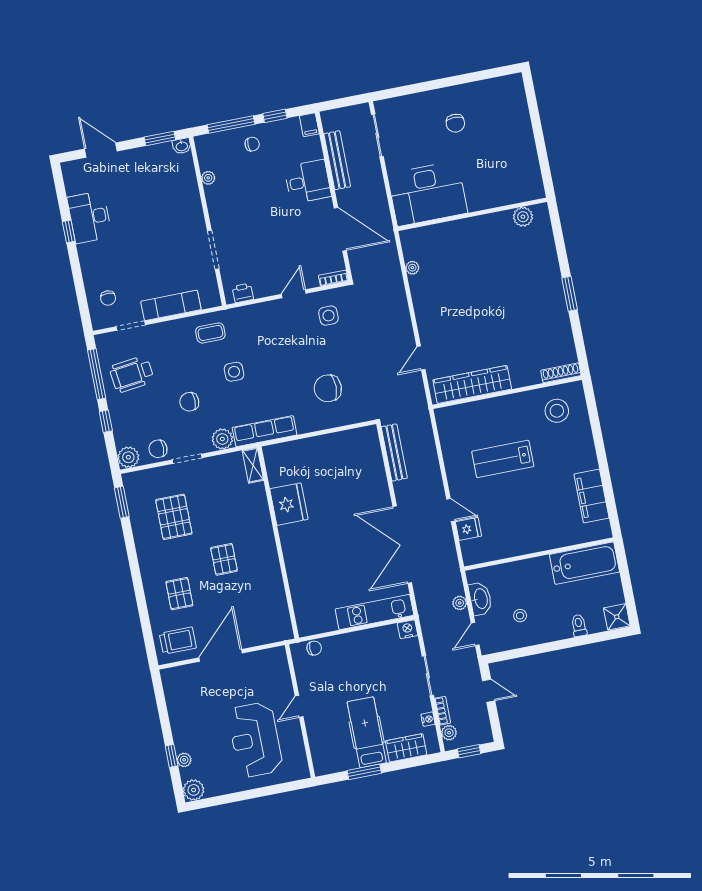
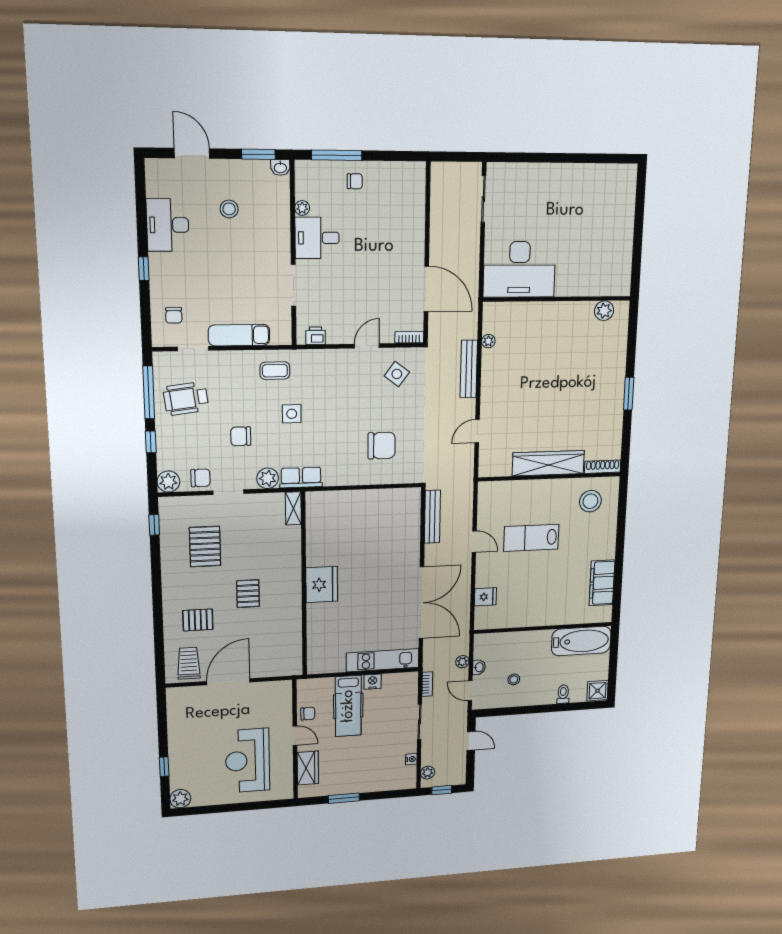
window: (275, 116) -> (384, 156), removed
chair: (455, 123) -> (562, 203), removed
filing cabinet: (309, 125) -> (418, 173), removed
bench: (337, 160) -> (469, 369), moved
desk: (308, 182) -> (317, 238), moved, turned 180
stool: (142, 192) -> (229, 209), added
window: (69, 232) -> (144, 269), moved
side table: (328, 316) -> (397, 374), turned 37
wardrobe: (472, 384) -> (548, 463), moved
chair: (328, 388) -> (382, 445), turned 180
row of seats: (265, 431) -> (301, 478), width x0.68
chair: (158, 449) -> (200, 478), turned 180
window: (122, 502) -> (154, 525), width x0.67
fridge: (289, 504) -> (322, 585), moved
door: (451, 510) -> (474, 542), moved
double door: (402, 545) -> (421, 603), swing flipped
pallet: (179, 594) -> (198, 620), turned 90
washbasin: (480, 599) -> (479, 667), width x0.52, depth x0.69
nightstand: (408, 629) -> (373, 682), moved
door: (475, 634) -> (470, 691), hinge flipped
trolley: (178, 641) -> (189, 663), turned -90
chair: (314, 648) -> (308, 714), moved
door: (299, 706) -> (295, 736), swing flipped
bookcase: (443, 711) -> (427, 684), moved
hospital bed: (367, 732) -> (348, 706), moved, turned 180
wardrobe: (406, 748) -> (308, 768), moved, turned 90
plant: (184, 760) -> (176, 771), removed

